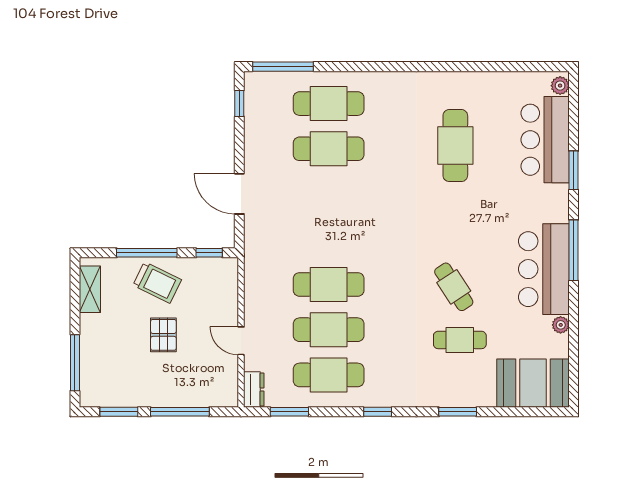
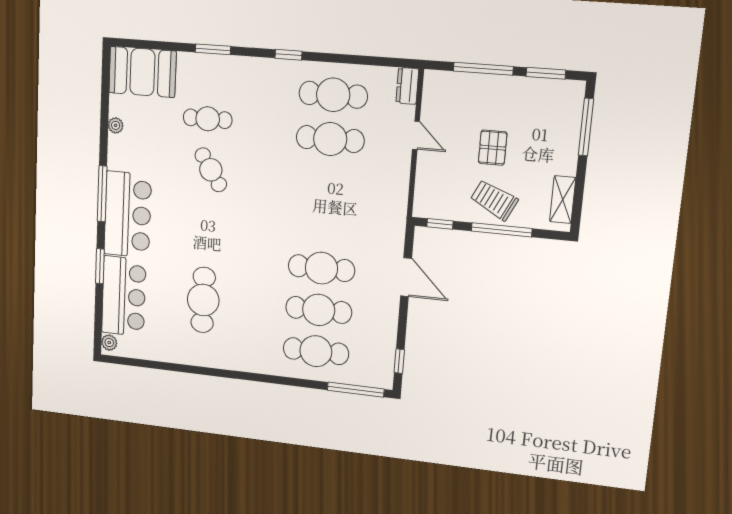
bar counter: (544, 269) -> (128, 215), moved
cafe table: (329, 284) -> (321, 268), moved
window: (289, 412) -> (374, 61), removed

